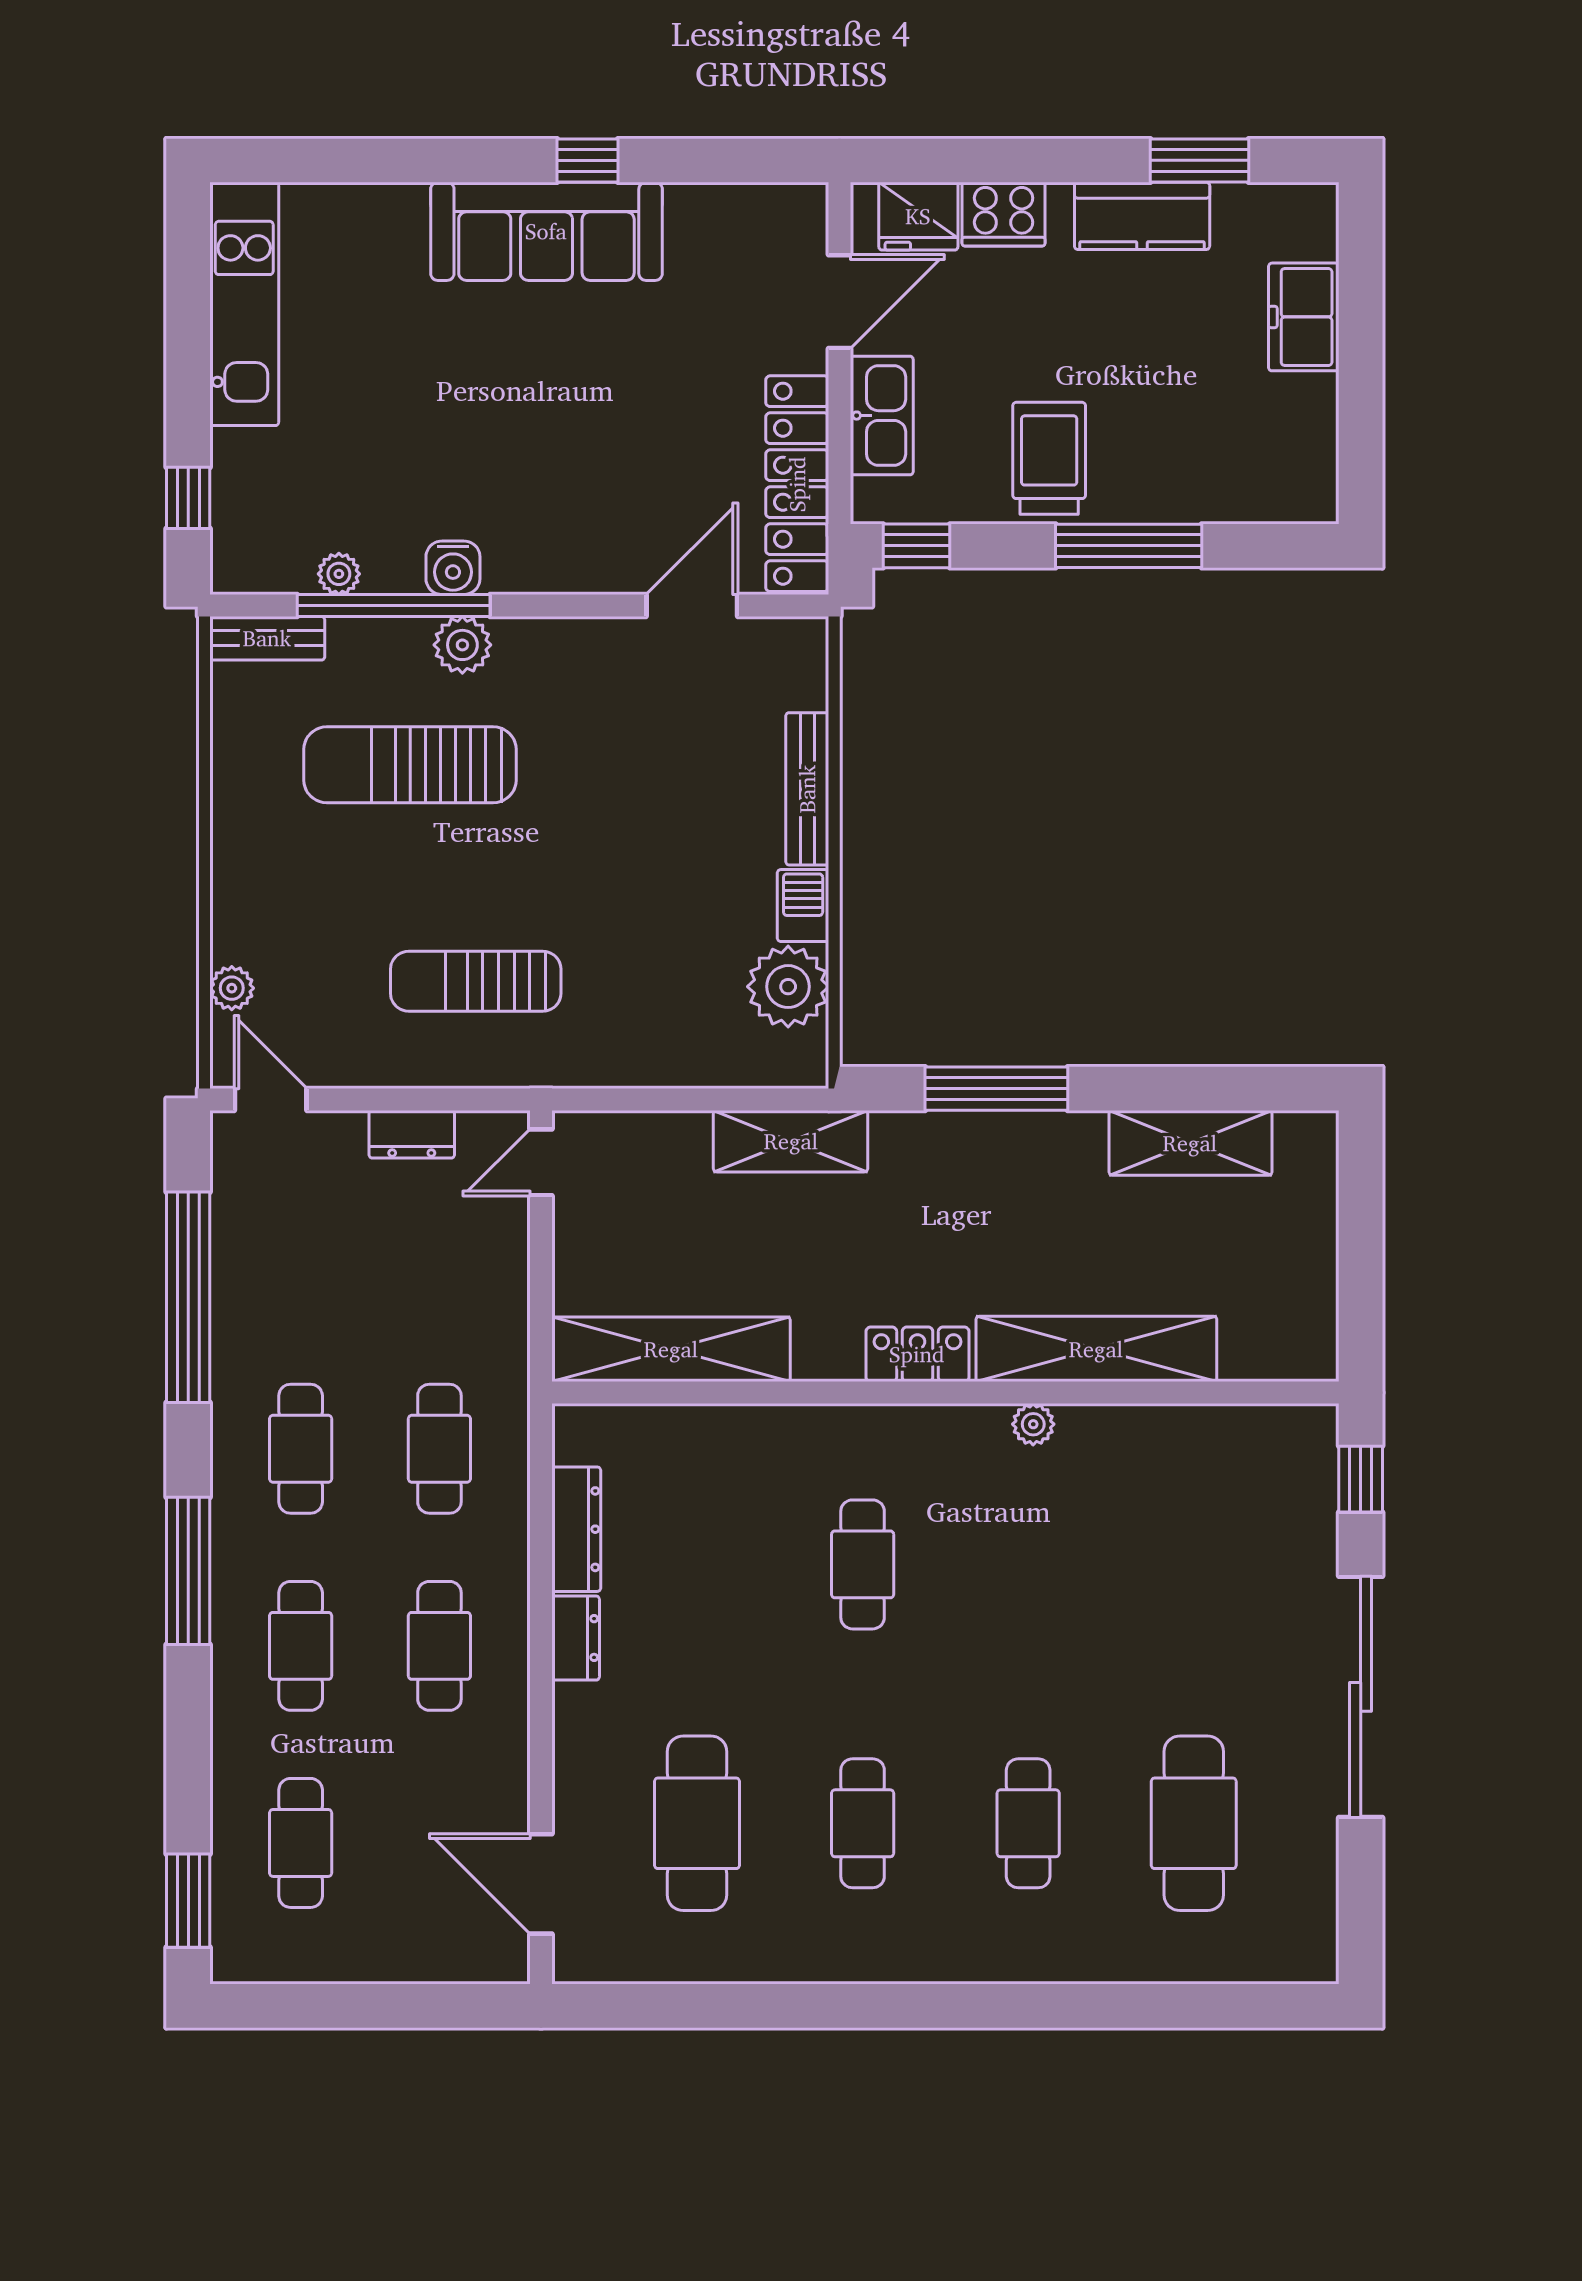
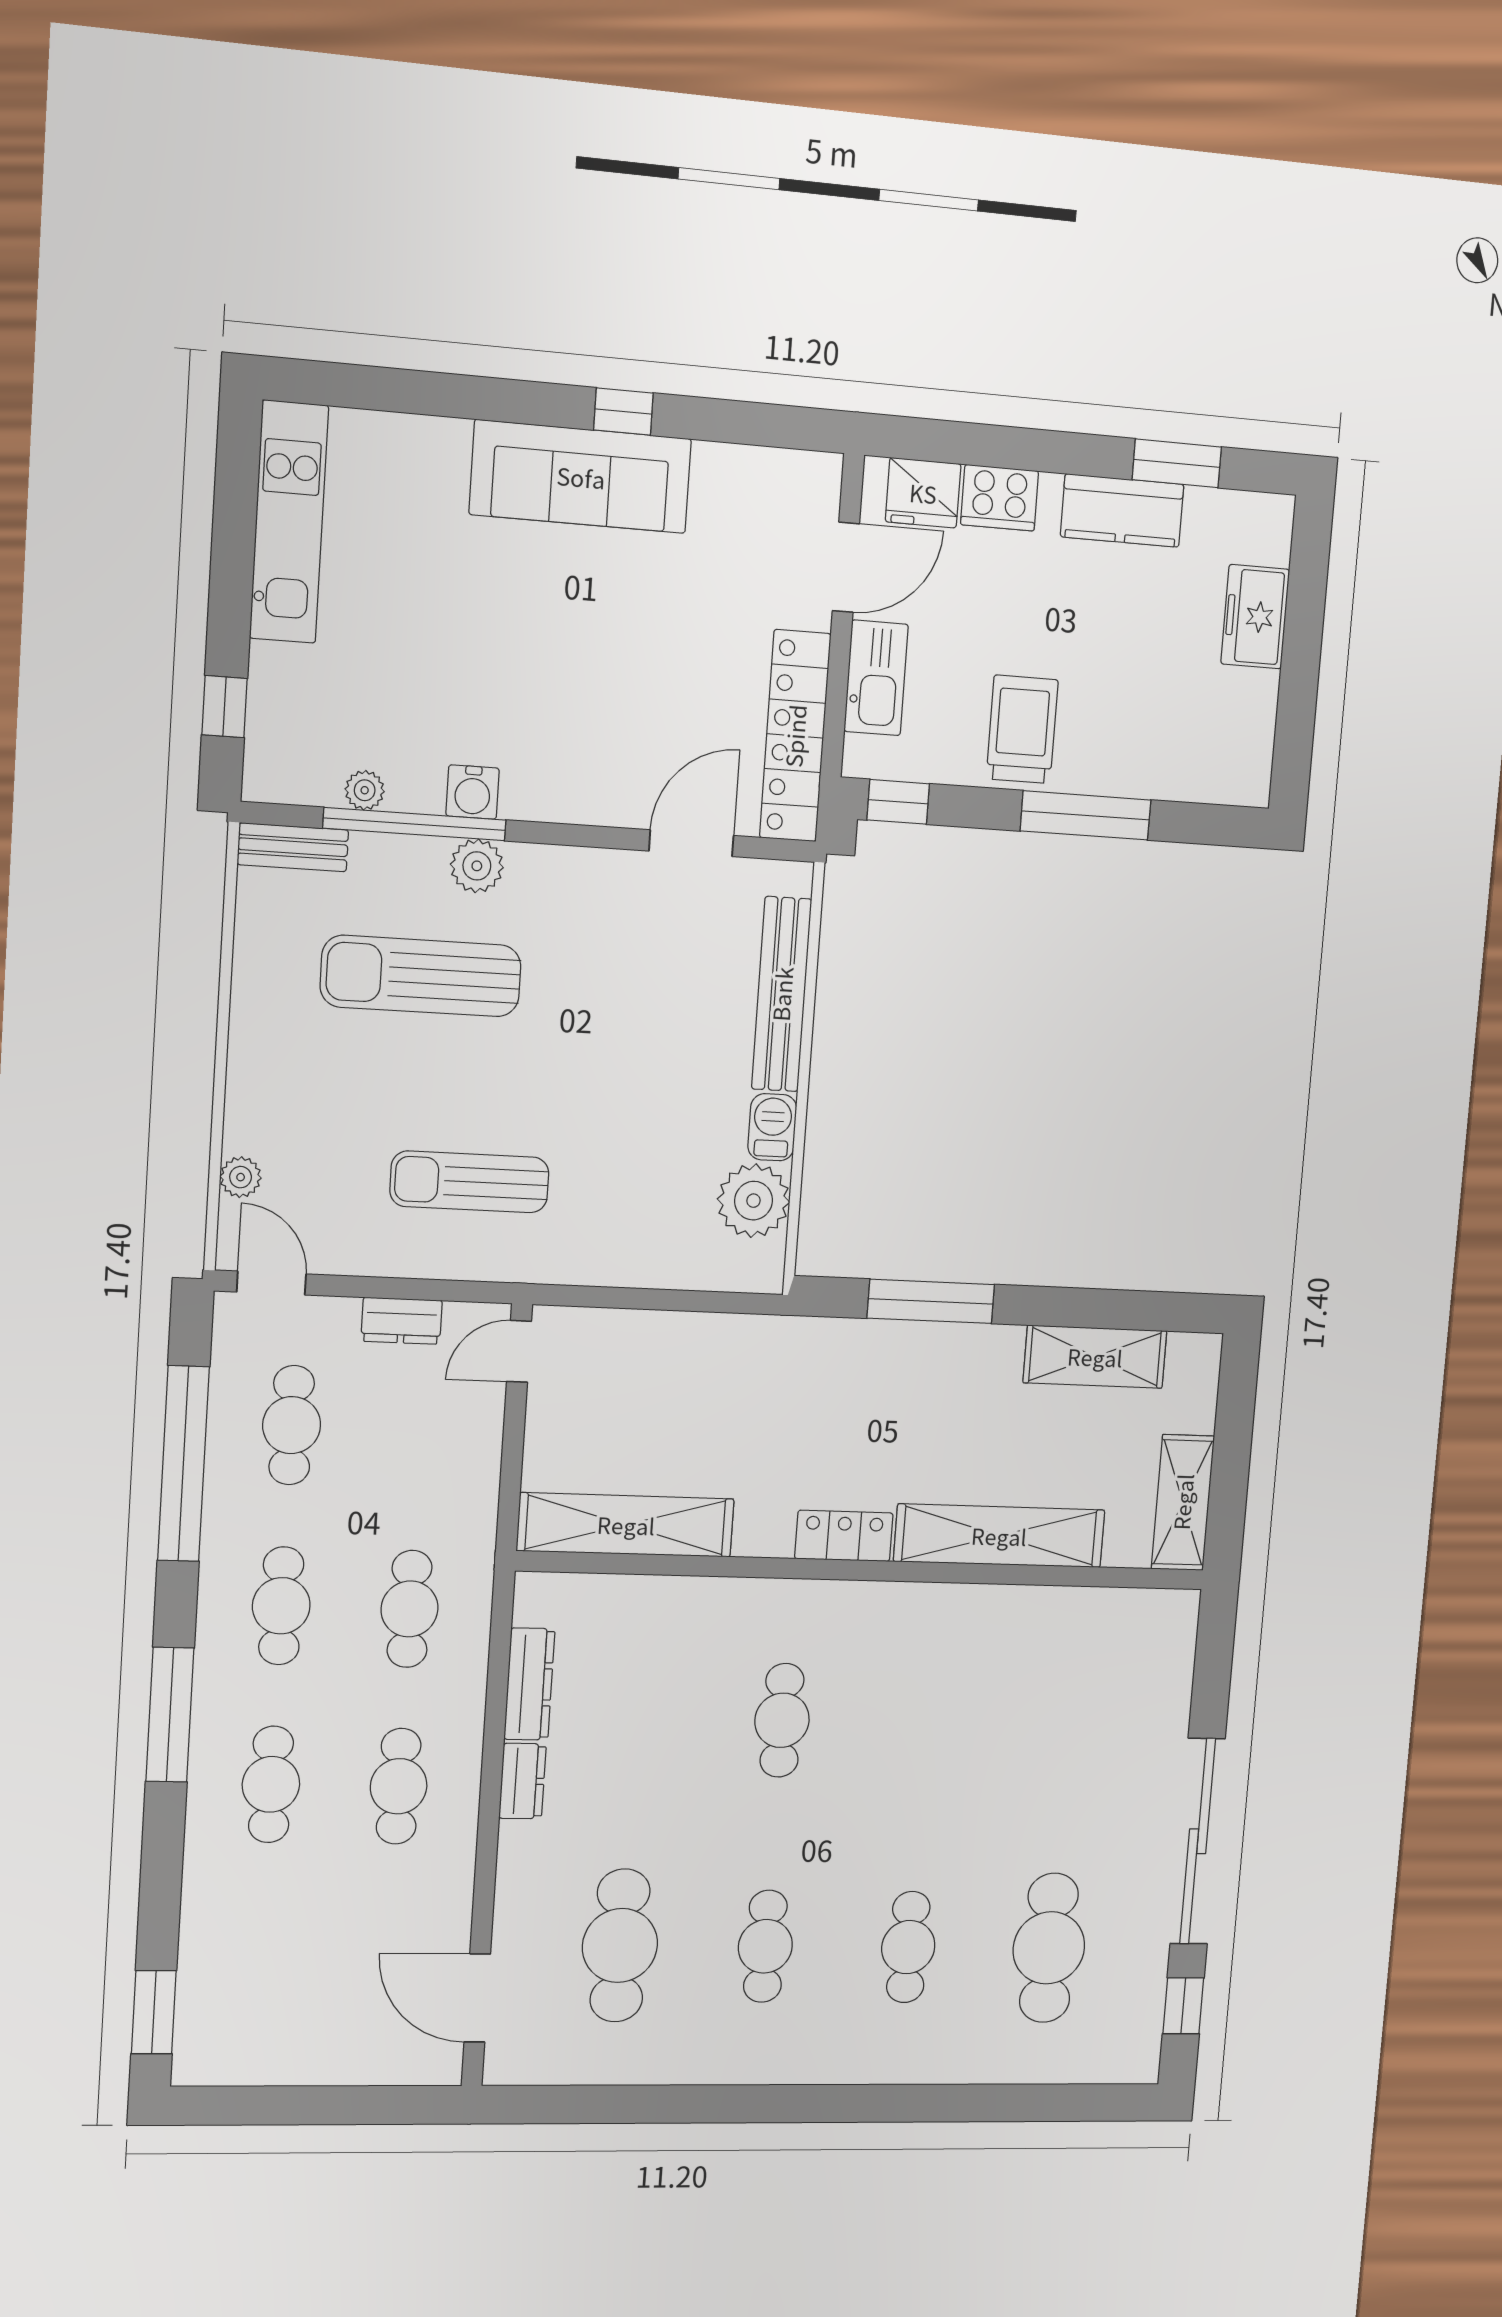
bench: (807, 789) -> (782, 994), width x1.37, depth x1.21
shelving: (791, 1141) -> (1183, 1502), moved, turned 90
plant: (1033, 1424) -> (940, 1600), removed
window: (1361, 1479) -> (1183, 2006), moved
cafe table: (301, 1843) -> (292, 1425), moved

